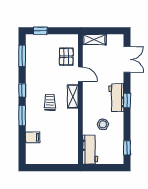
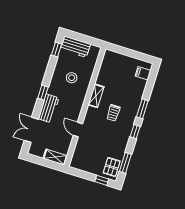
pallet: (66, 57) -> (112, 167), moved
shelving: (73, 96) -> (96, 96), moved
workbench: (116, 98) -> (49, 108), moved
filing cabinet: (33, 137) -> (143, 73), moved
workbench: (90, 150) -> (75, 47), moved, turned -90

